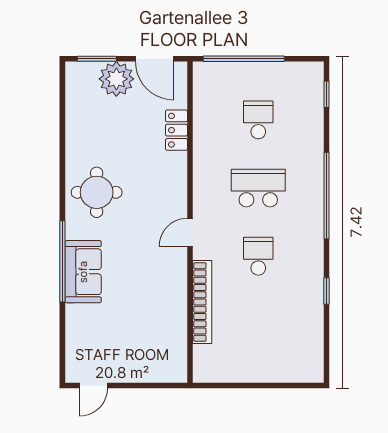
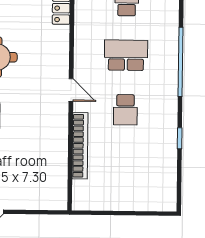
door: (190, 232) -> (71, 90), swing flipped
school desk: (258, 256) -> (125, 110), turned 180

